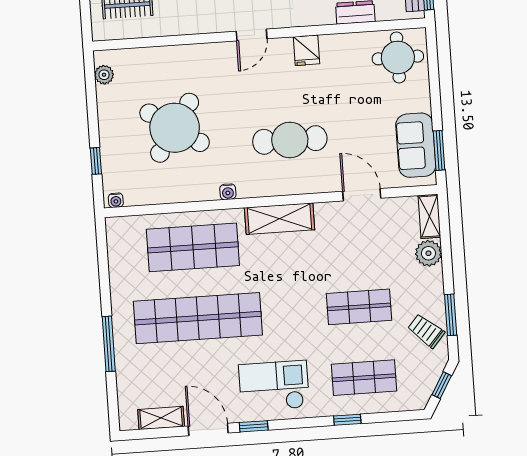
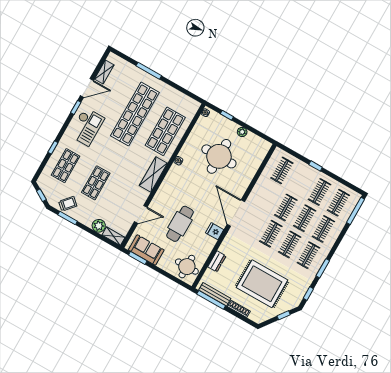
door: (252, 35) -> (236, 213), width x1.87
plant: (104, 75) -> (242, 132), moved
round table: (175, 128) -> (219, 156), turned -34
cafe table: (290, 140) -> (180, 224), moved

